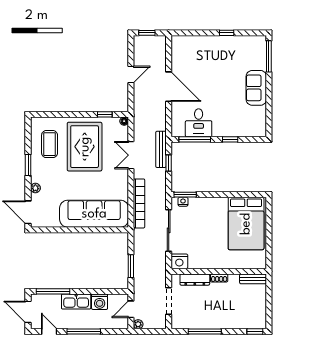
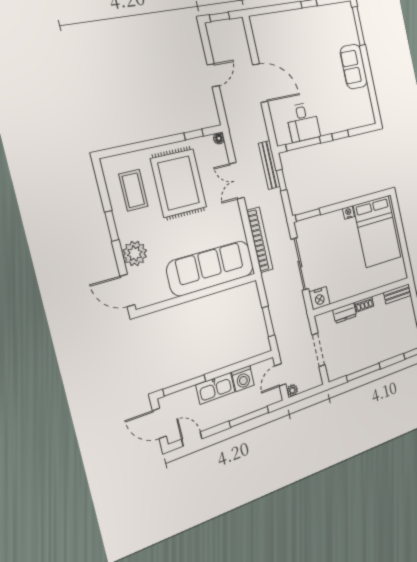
plant: (35, 188) -> (135, 253), width x1.87, depth x1.87
nightstand: (183, 202) -> (348, 212), moved
dresser: (195, 280) -> (345, 313), width x0.70
window: (84, 332) -> (249, 417), moved

